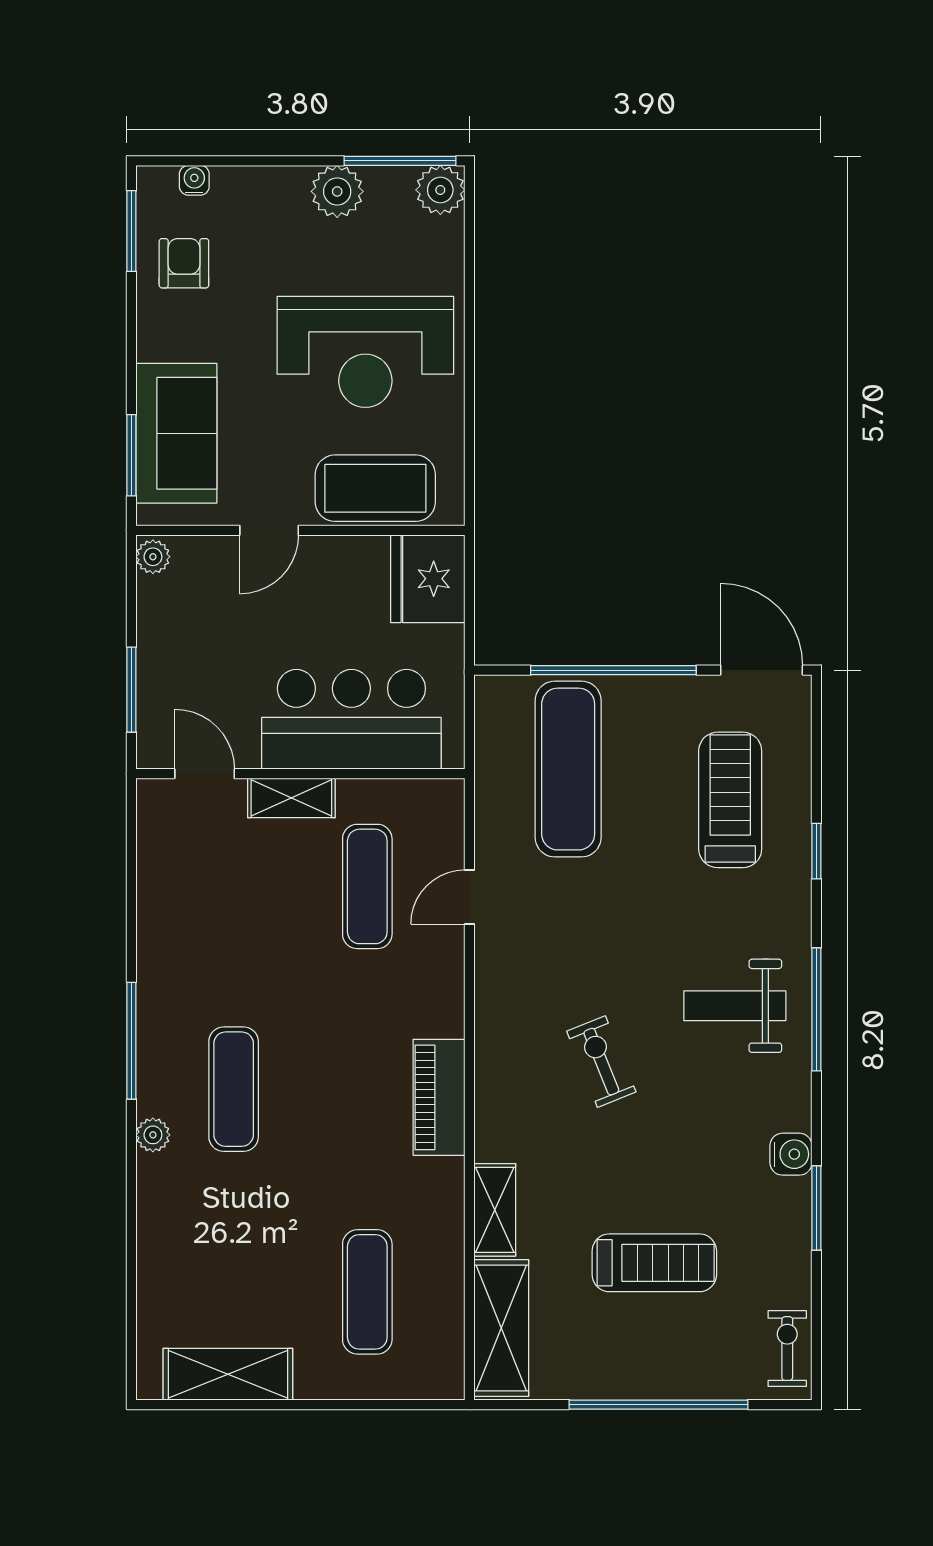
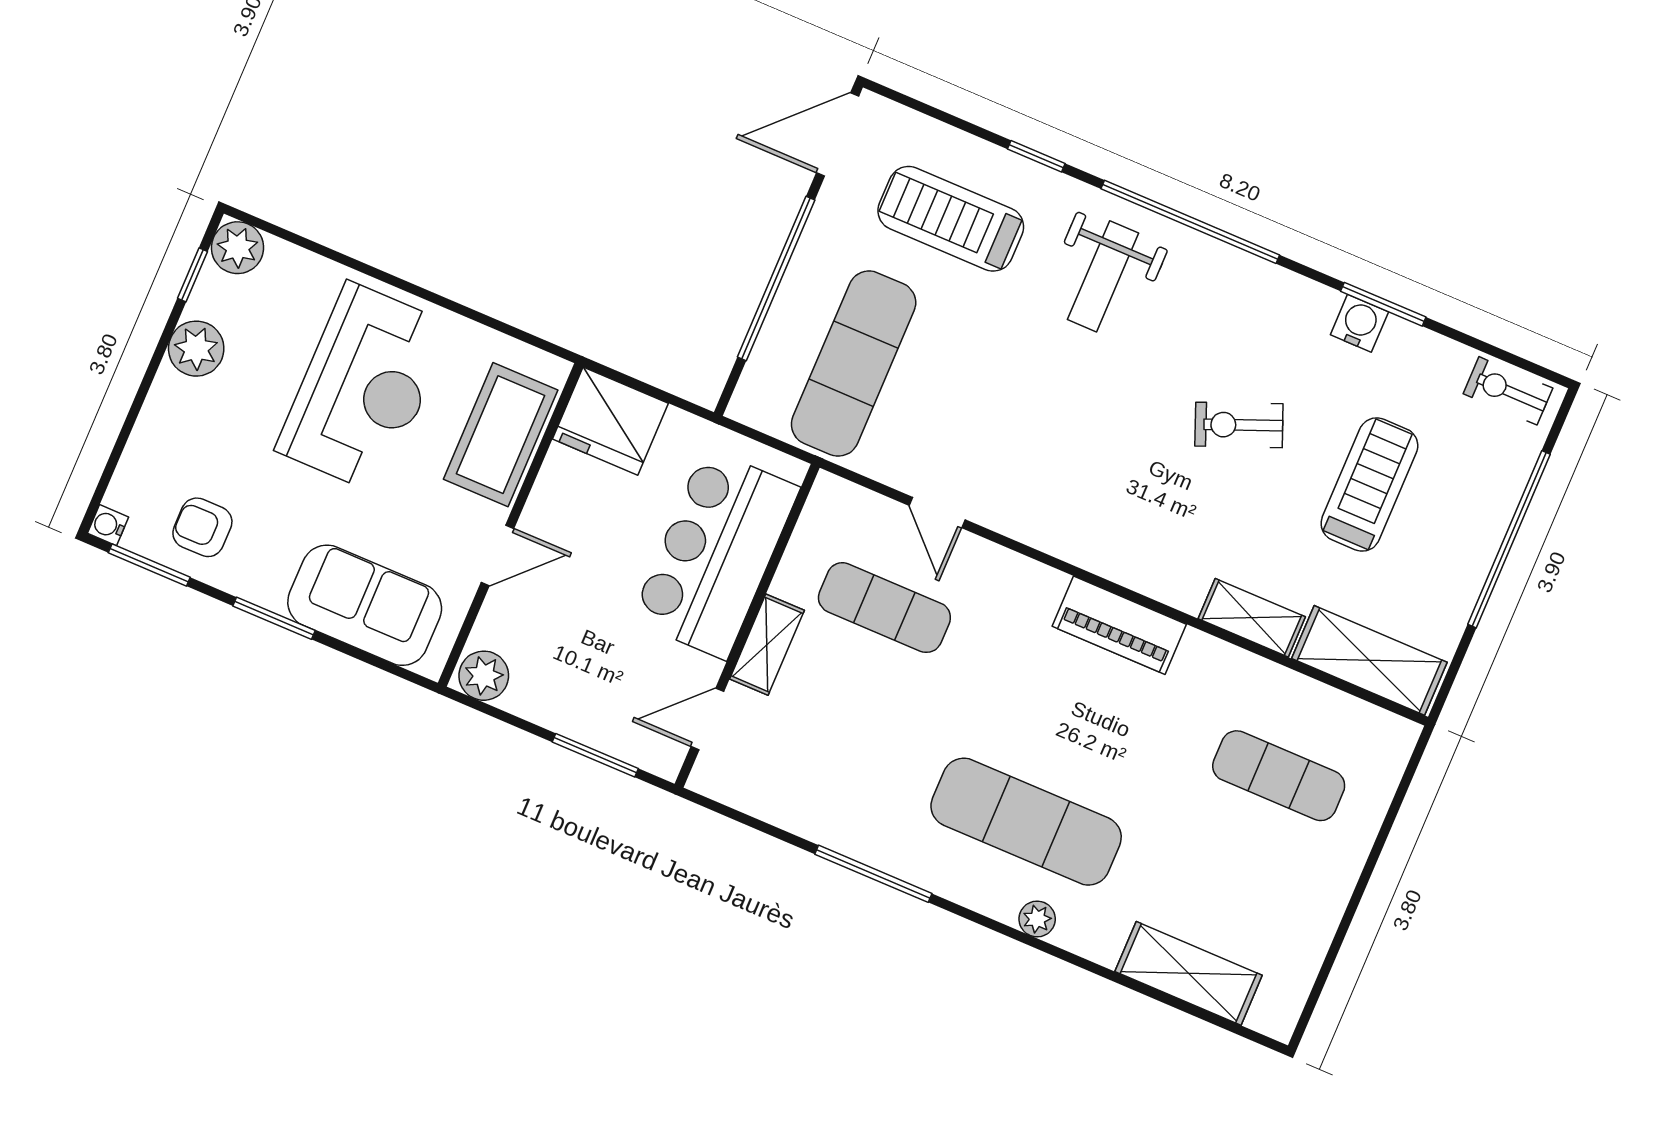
window: (400, 161) -> (192, 275), width x0.46
water cooler: (194, 180) -> (108, 525), moved
window: (131, 455) -> (274, 618), moved
door: (269, 530) -> (497, 555), hinge flipped
plant: (153, 557) -> (484, 676), width x1.38, depth x1.38
exercise mat: (568, 769) -> (854, 364), turned 90
weight bench: (735, 1006) -> (1103, 276), moved
window: (816, 1009) -> (1190, 222), width x1.46
window: (131, 1041) -> (873, 874), moved
exercise bike: (601, 1062) -> (1239, 425), moved
exercise mat: (234, 1089) -> (1026, 822), width x1.36, depth x1.45
water cooler: (791, 1154) -> (1359, 323), moved
shelving: (228, 1374) -> (1189, 973), moved, turned 90

